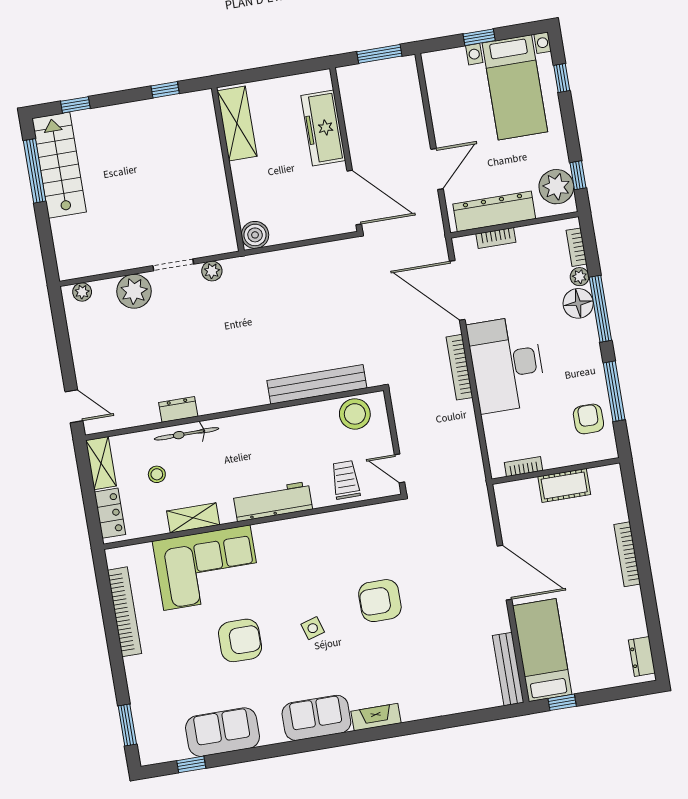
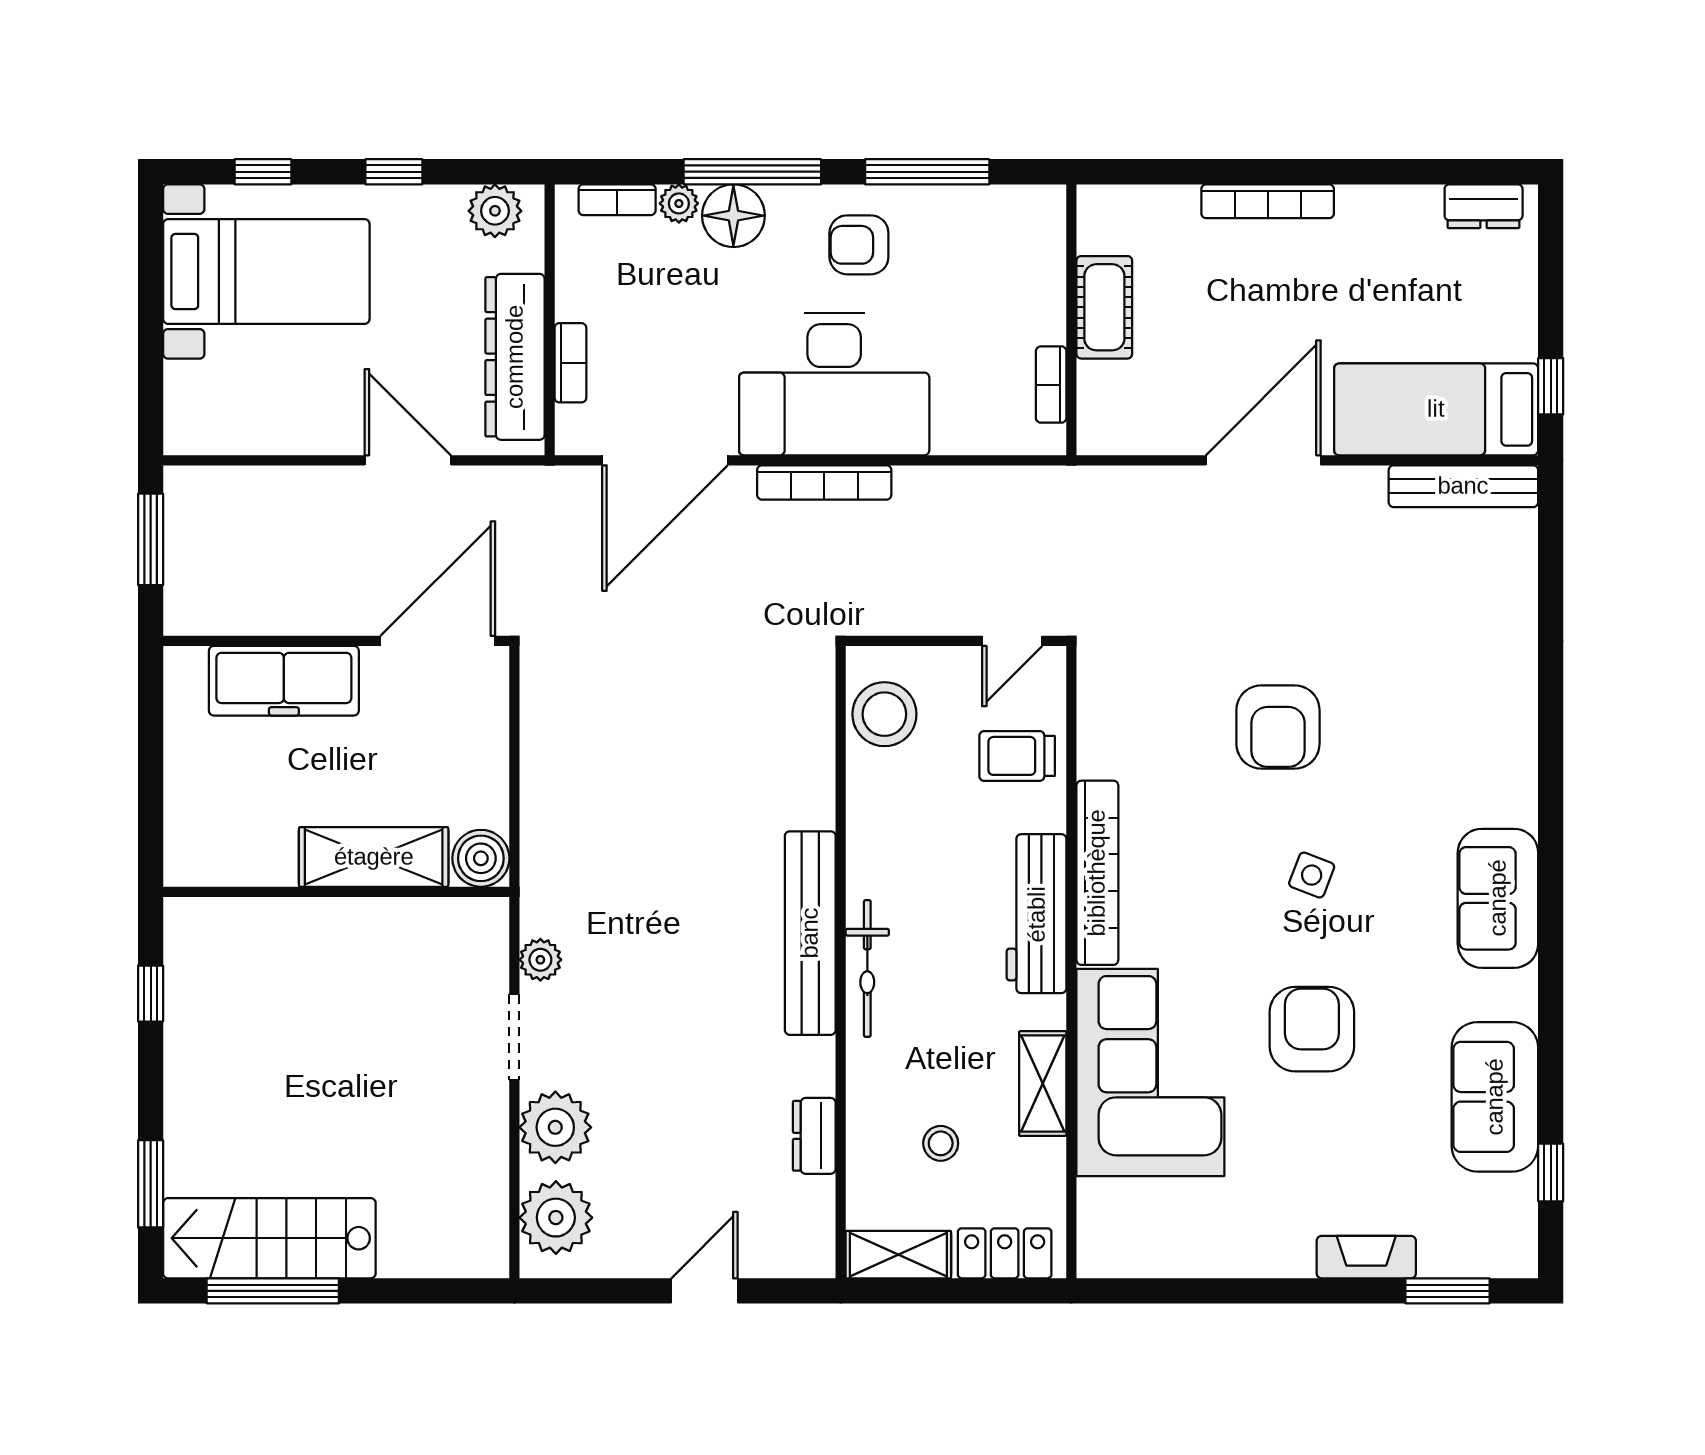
window: (479, 37) -> (151, 328), removed
window: (75, 105) -> (151, 1184), width x1.50
shelving: (237, 124) -> (374, 857), moved
window: (578, 175) -> (394, 172), moved
plant: (556, 187) -> (495, 211), width x0.73, depth x0.73
plant: (82, 292) -> (556, 1218), width x1.88, depth x1.88
bench: (317, 384) -> (810, 933), moved
door: (74, 406) -> (704, 1291), moved
dresser: (178, 409) -> (814, 1136), moved
armchair: (588, 419) -> (859, 245), moved
bicycle: (186, 434) -> (867, 968), moved
bookcase: (125, 612) -> (1097, 873), moved, turned 90
side table: (313, 628) -> (1312, 875), turned 38
fireplace: (376, 717) -> (1366, 1257), moved, turned 90

